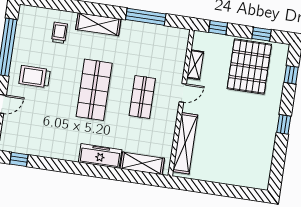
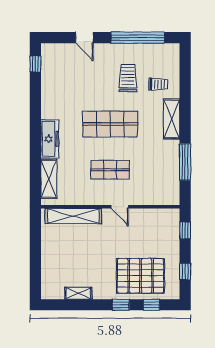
shelving: (195, 65) -> (78, 293), moved
pallet: (249, 66) -> (141, 276), moved
trolley: (35, 77) -> (128, 78), moved
window: (284, 124) -> (121, 305), moved

